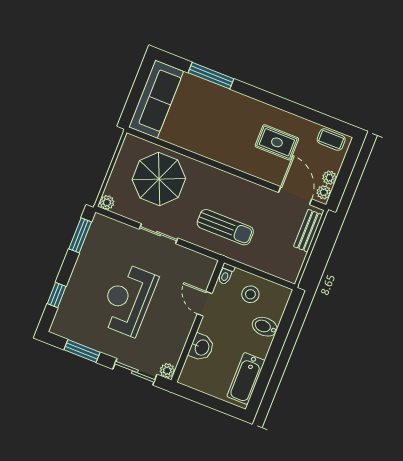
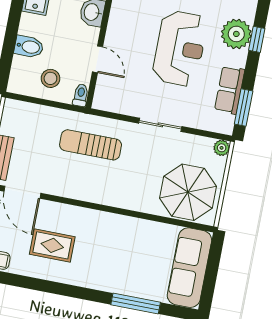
parasol: (159, 179) -> (188, 192), moved
row of seats: (90, 254) -> (230, 90), added
plant: (74, 303) -> (236, 34), added

